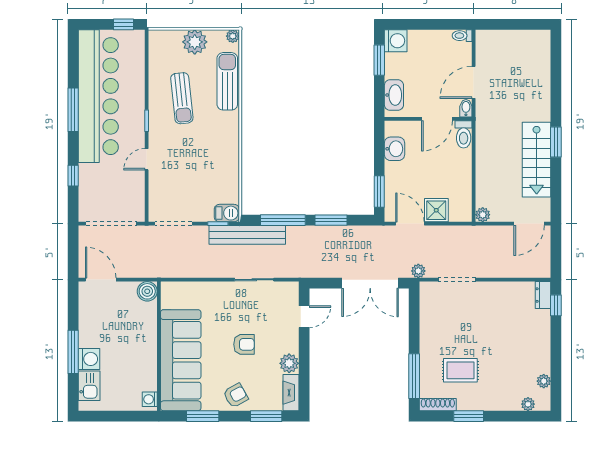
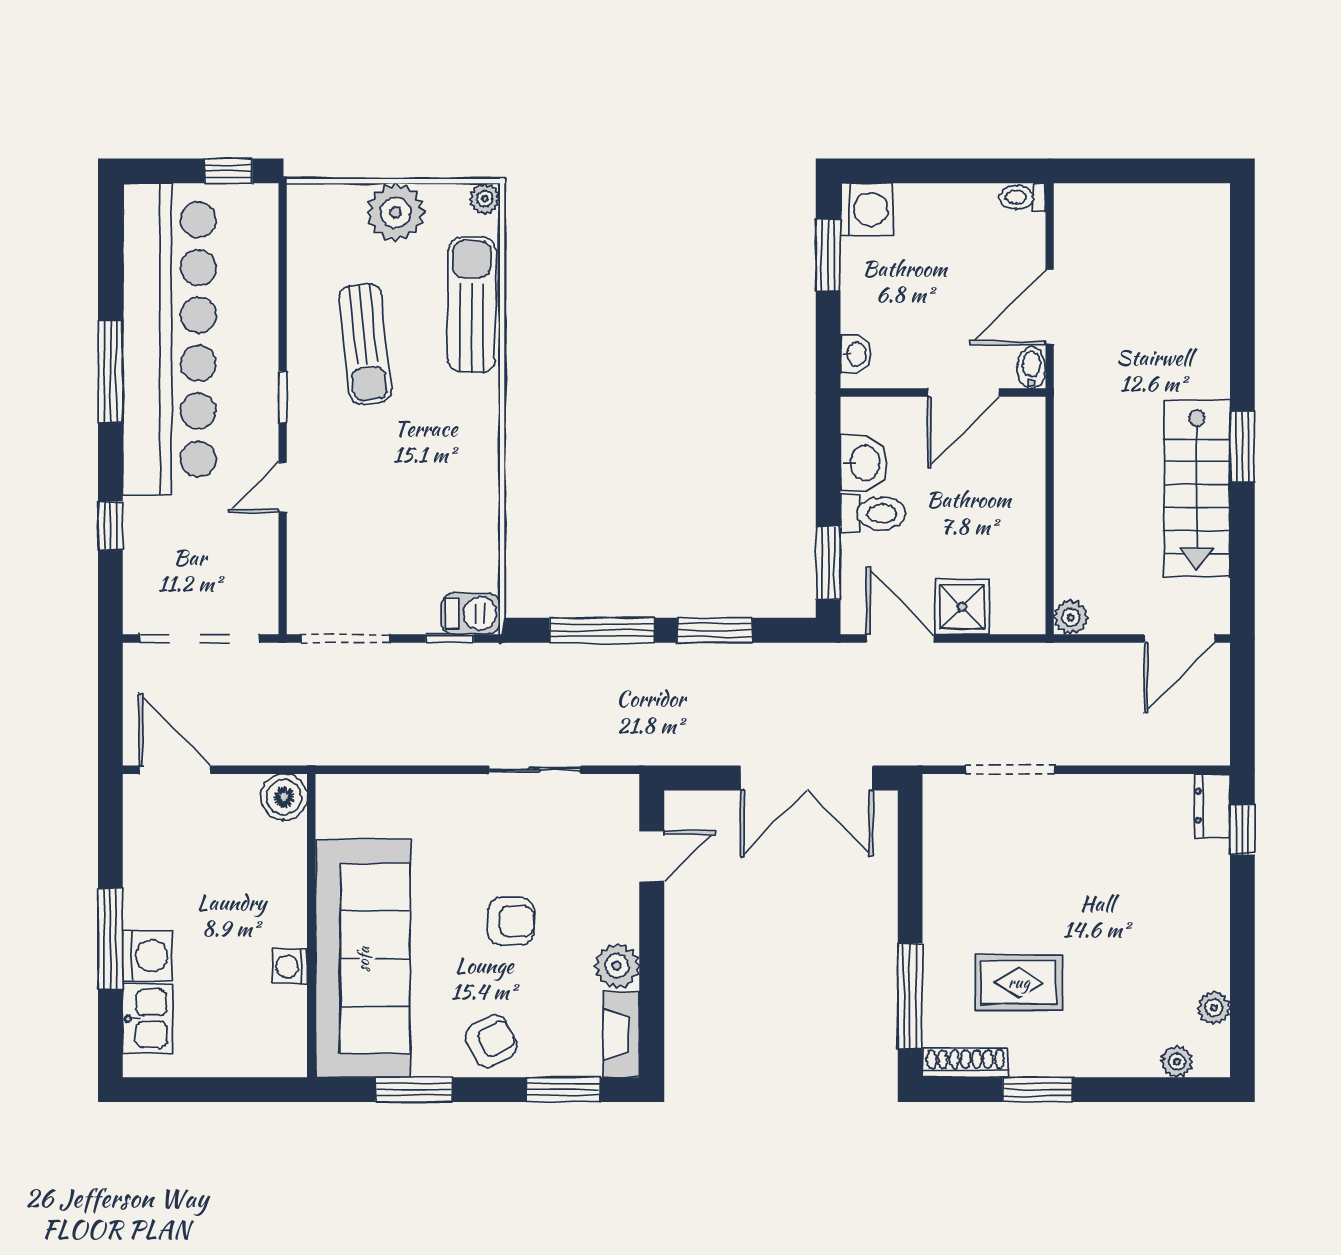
washbasin: (394, 95) -> (856, 354), width x0.52, depth x0.69
toilet: (464, 134) -> (873, 513), moved, turned -90
bench: (247, 235) -> (519, 665), removed
plant: (418, 271) -> (920, 749), removed
washing machine: (150, 399) -> (290, 966), moved

